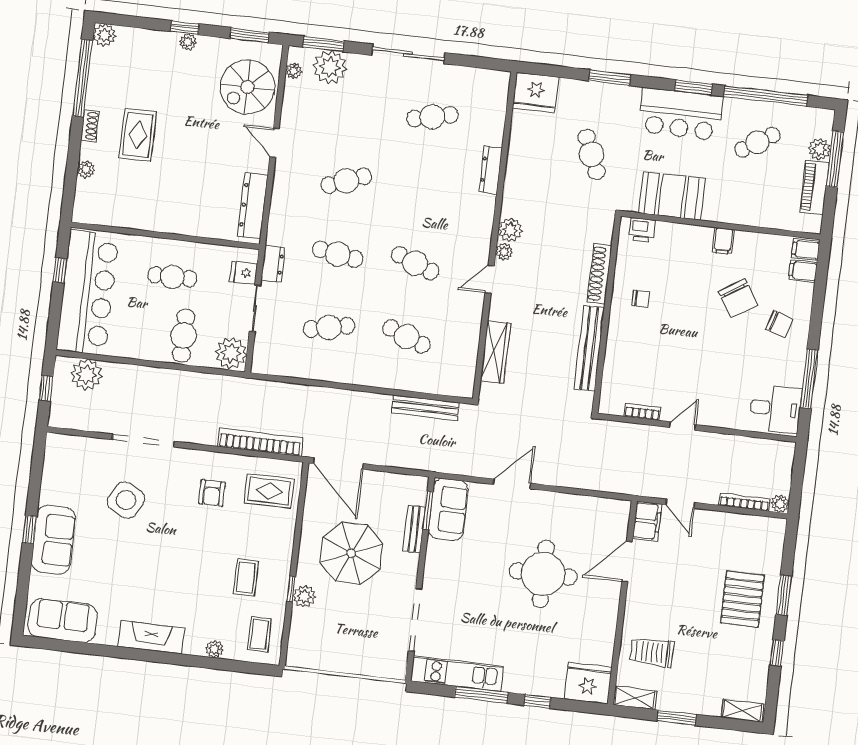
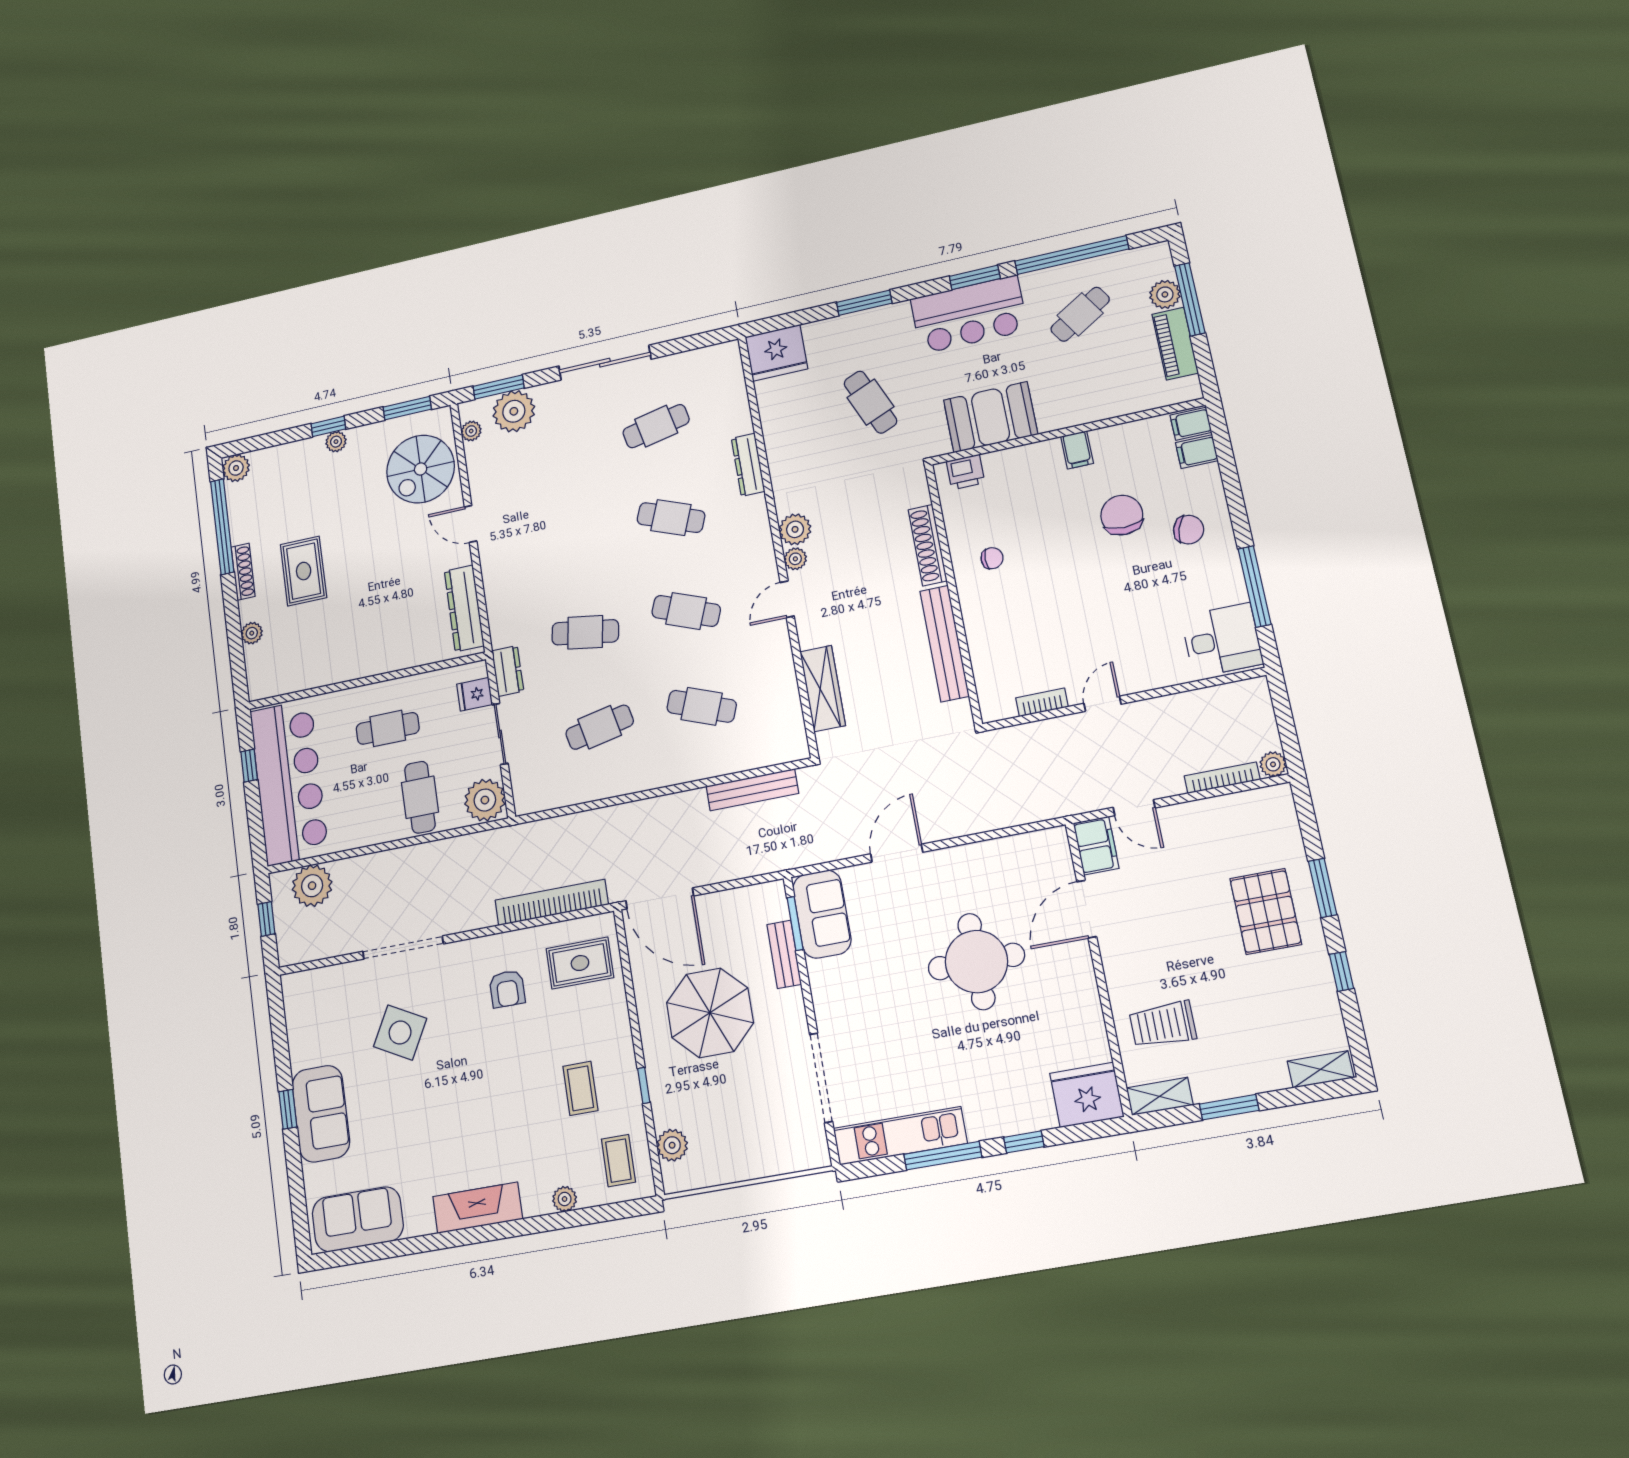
shoe rack: (90, 126) -> (243, 572), width x1.43
cafe table: (346, 181) -> (671, 518), moved, turned 42
chair: (738, 298) -> (1122, 515), turned -147
plant: (304, 596) -> (672, 1145), moved

